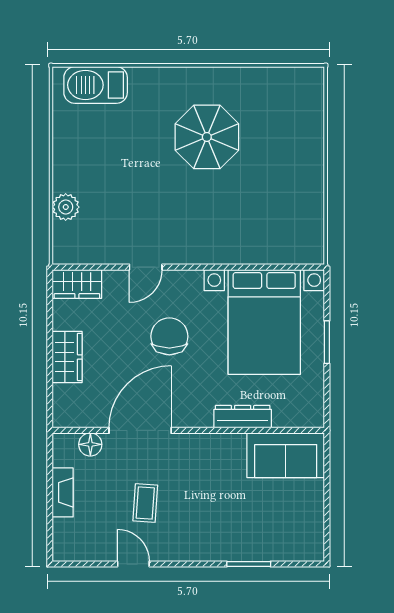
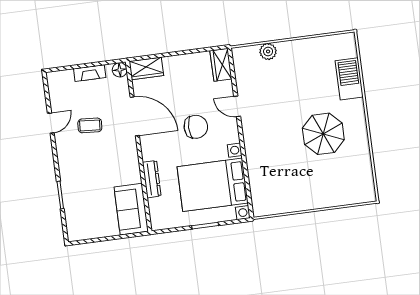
barbecue: (96, 85) -> (349, 79), moved
wardrobe: (67, 357) -> (146, 68), moved
floor lamp: (90, 444) -> (120, 70), moved

